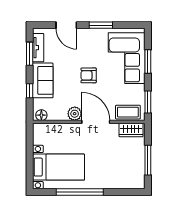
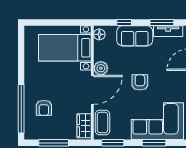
bed with nightstands: (59, 167) -> (65, 48), moved, turned 90
armchair: (114, 170) -> (44, 108), added
window: (80, 192) -> (21, 109), moved

